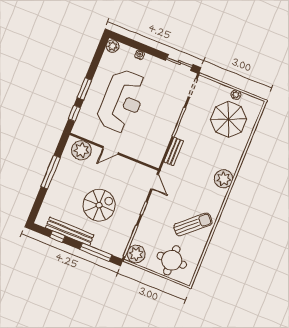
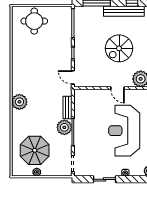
sliding door: (179, 62) -> (105, 179), moved
door: (111, 150) -> (118, 88), swing flipped
spiral stairs: (99, 205) -> (119, 48), moved
sun lounger: (193, 224) -> (29, 56), removed
plant: (136, 254) -> (64, 127), moved

